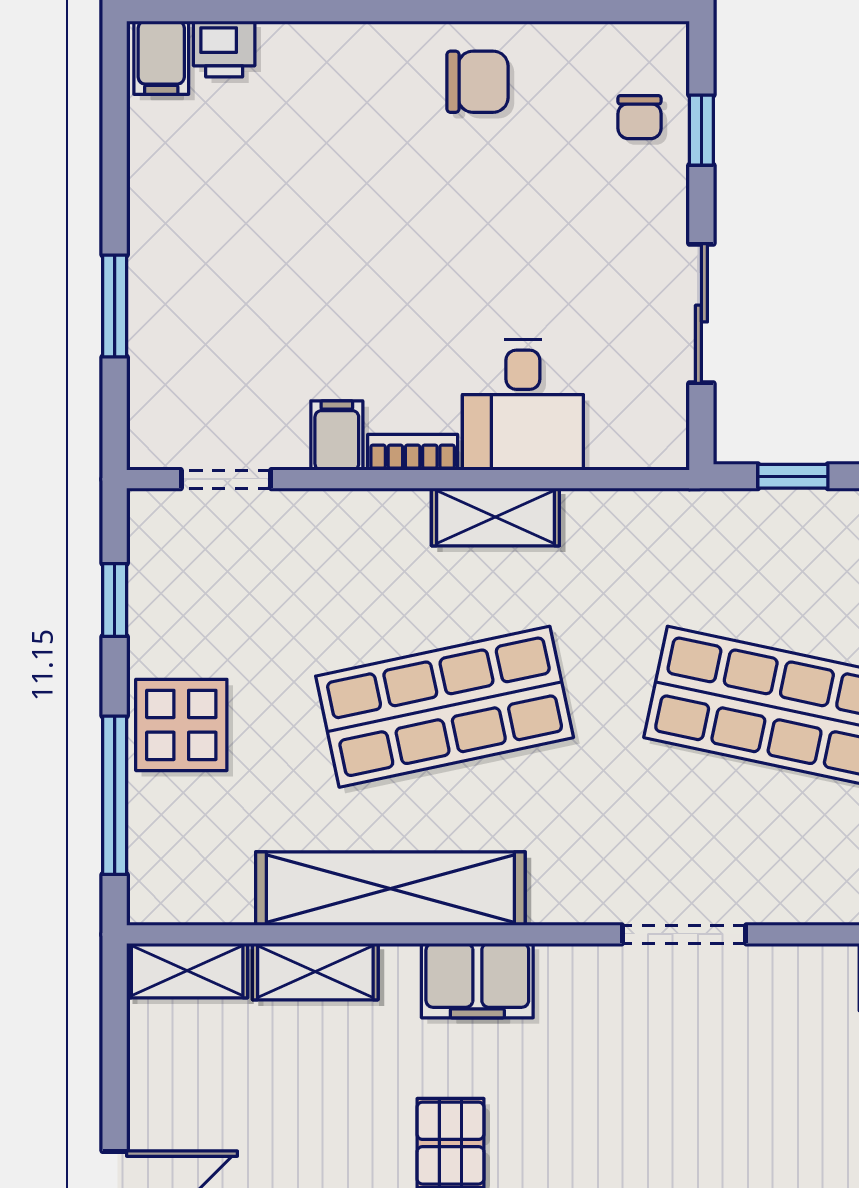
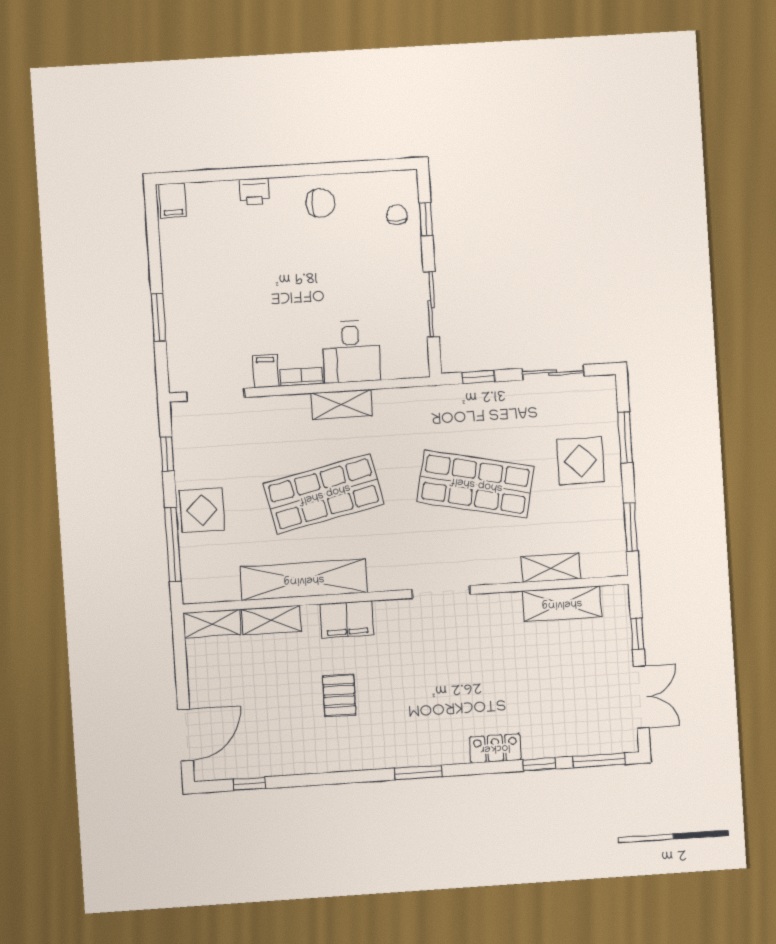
printer: (224, 49) -> (254, 192), moved
chair: (639, 117) -> (397, 215), turned 180
doorway: (226, 479) -> (215, 395), width x1.38

